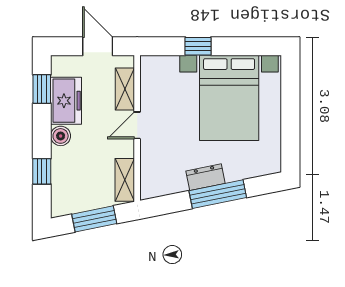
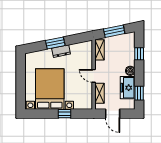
door: (137, 125) -> (94, 76), swing flipped
window: (218, 194) -> (55, 43), width x0.69

